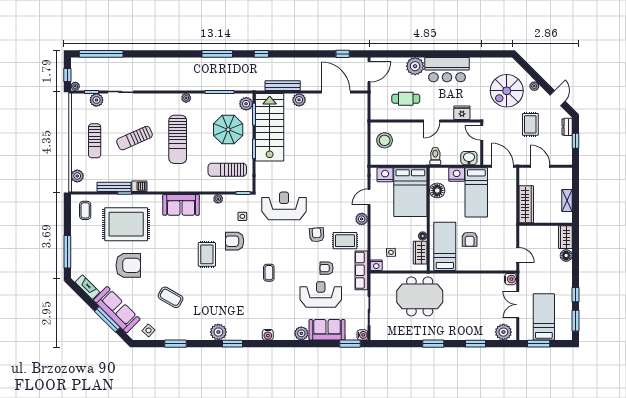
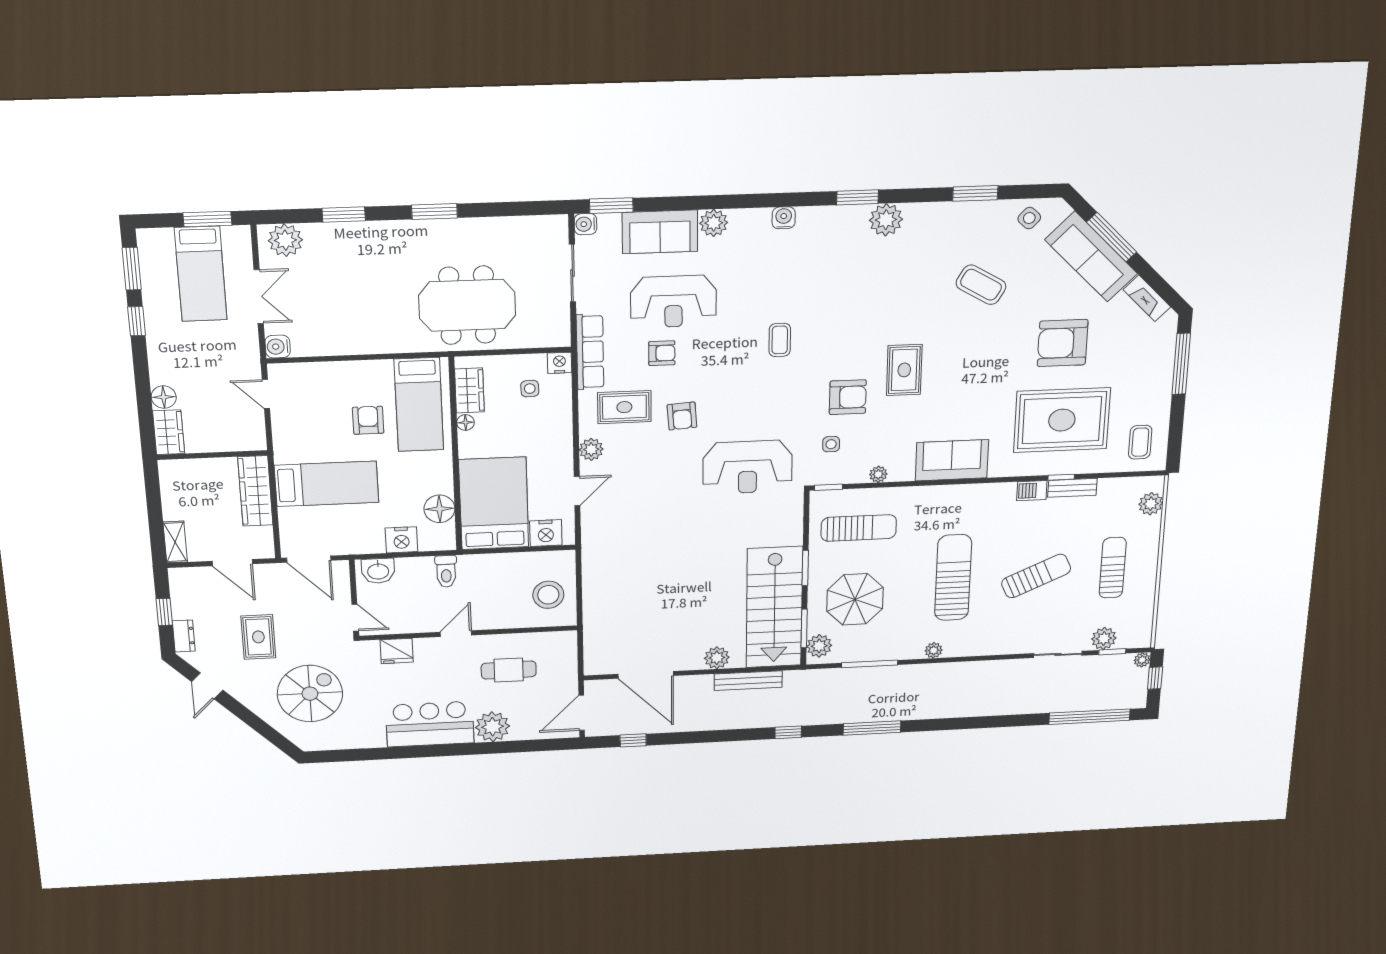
plant: (534, 86) -> (256, 704), removed
bench: (114, 187) -> (1072, 488), width x0.73
bed: (476, 192) -> (327, 484), moved, turned 90
shelving: (567, 201) -> (175, 542), moved

